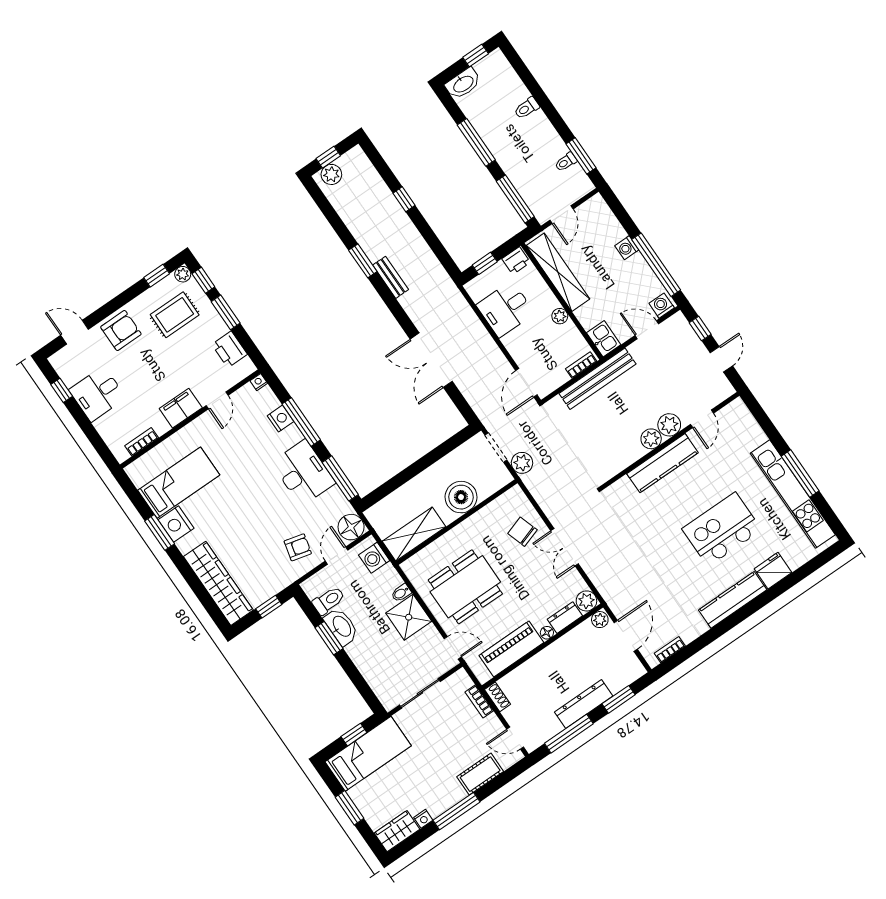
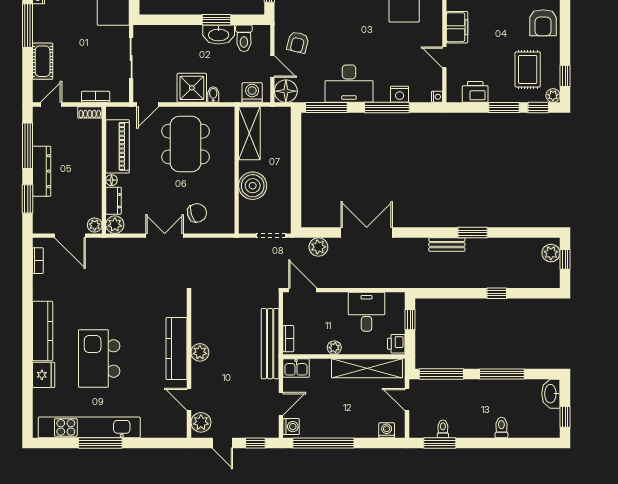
washing machine: (627, 248) -> (387, 430), moved
plant: (669, 425) -> (201, 422), moved
plant: (522, 463) -> (318, 247), moved
kitchen island: (722, 529) -> (99, 358), turned 180

